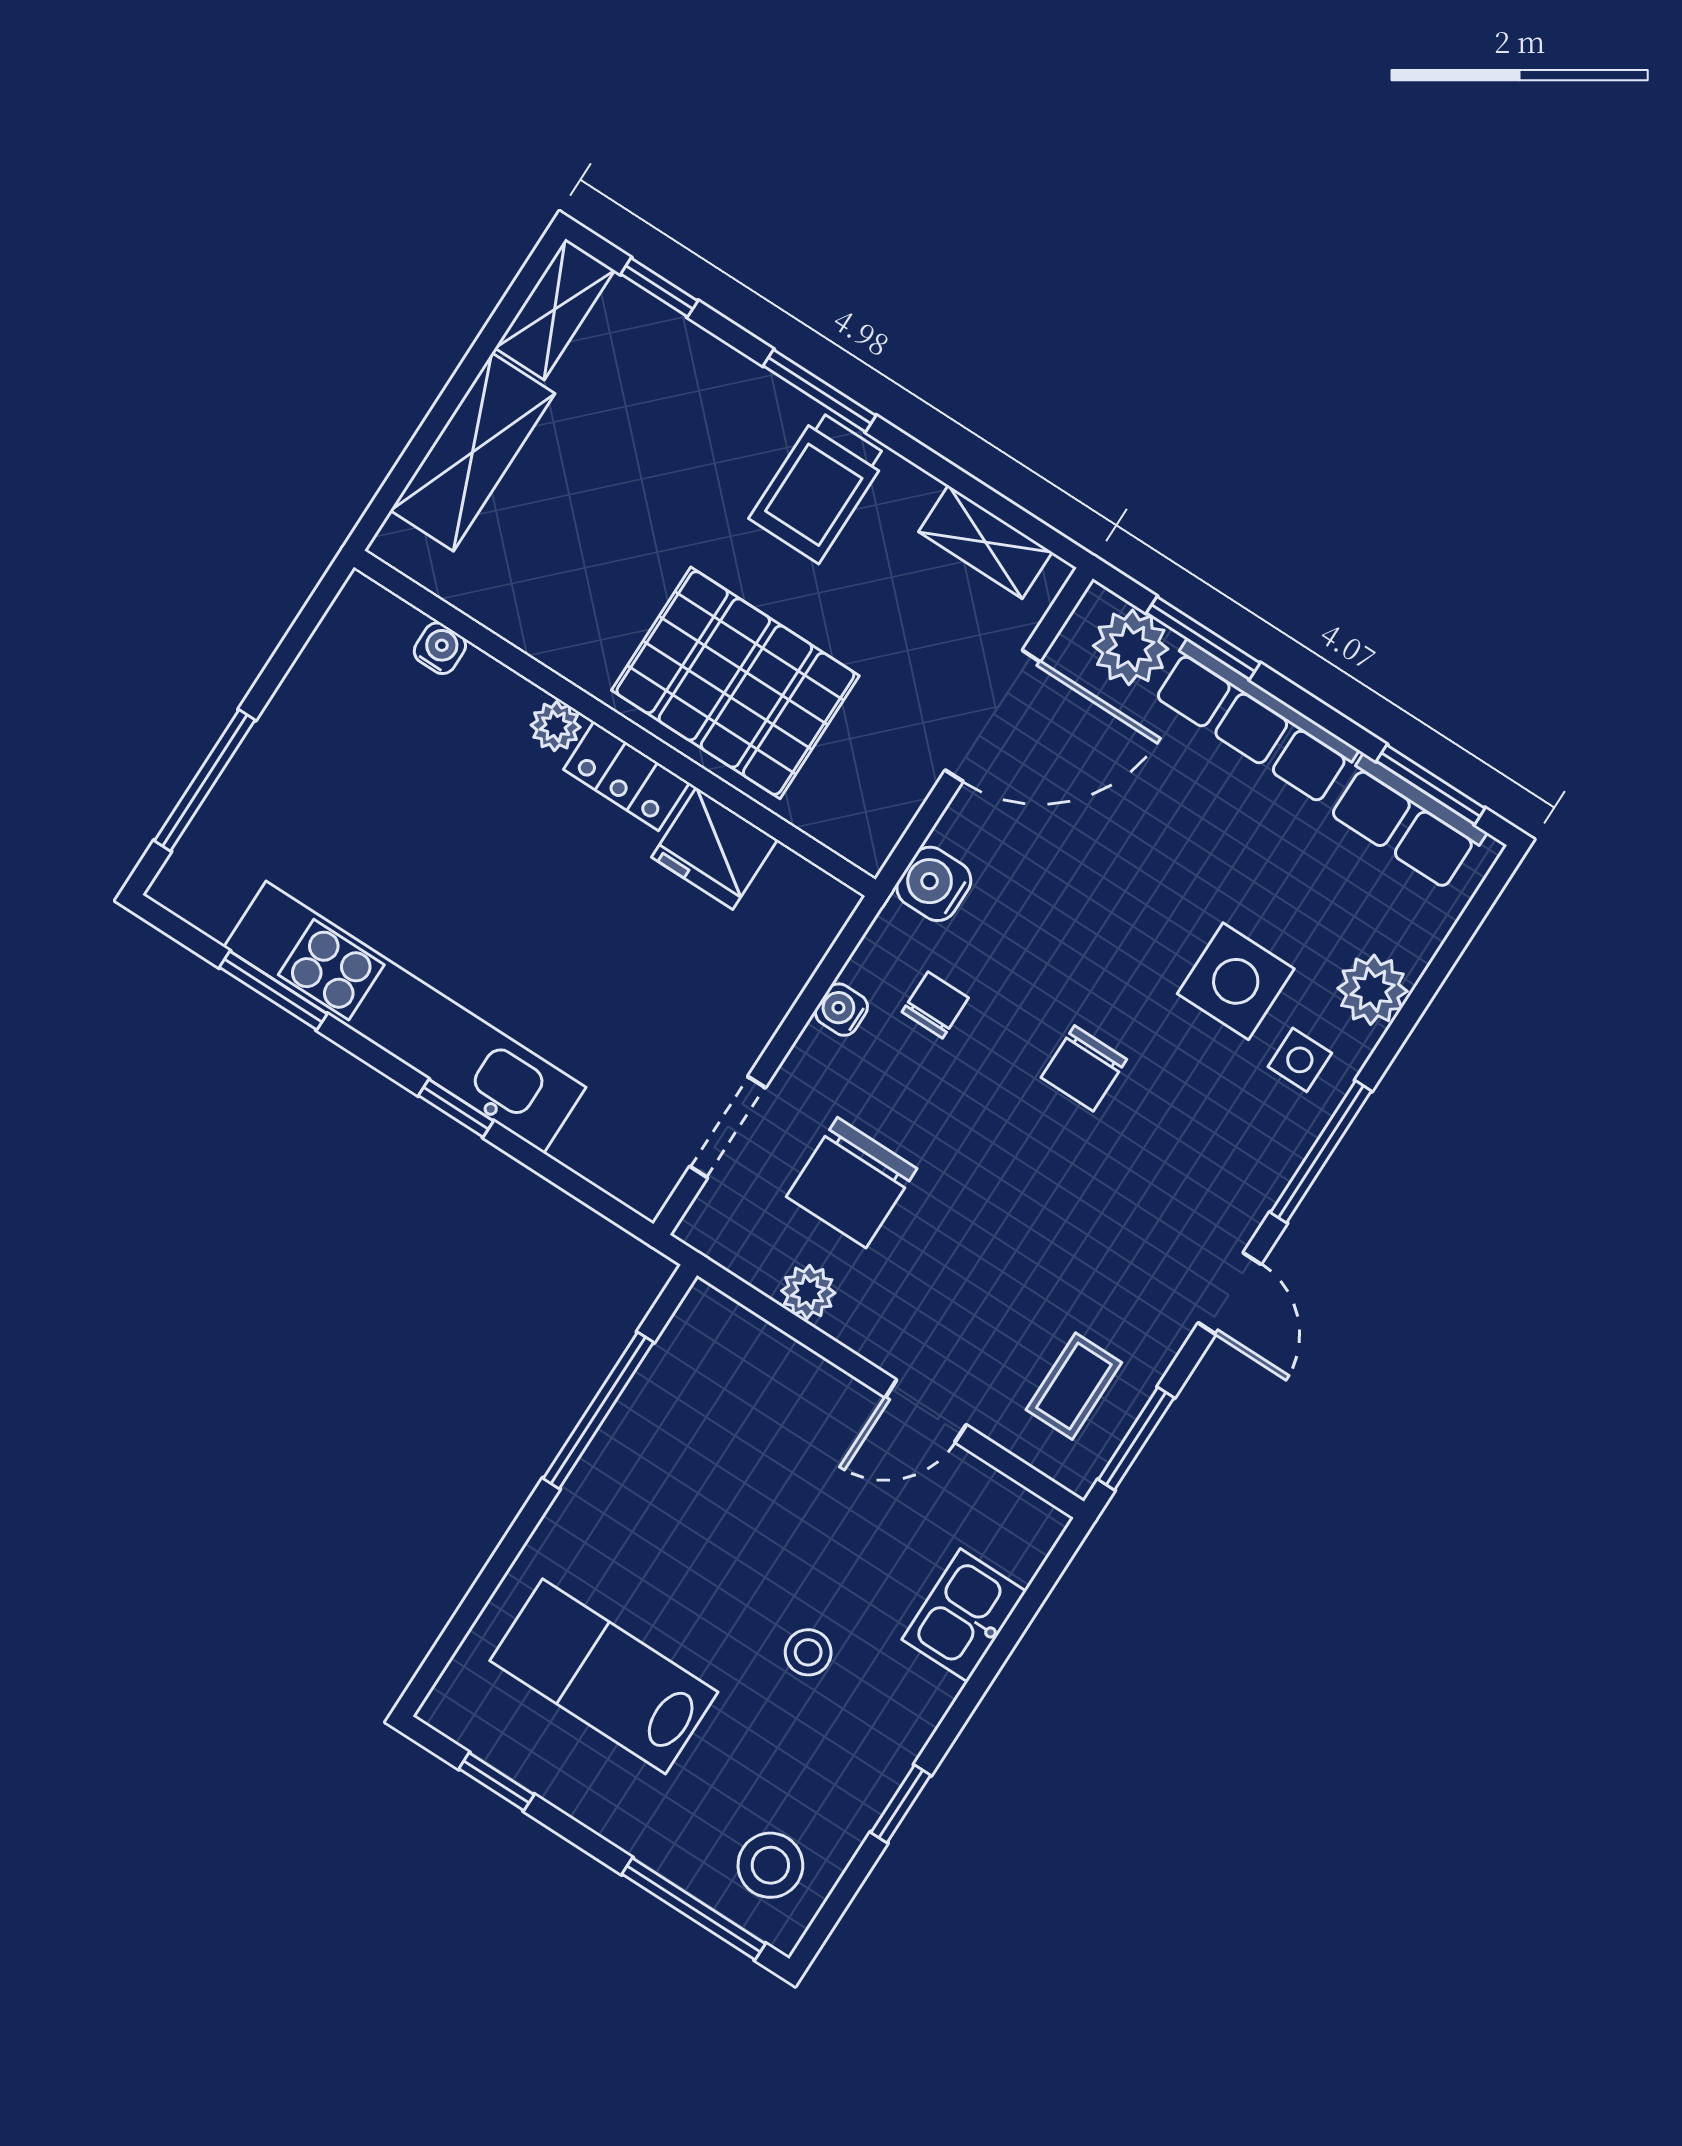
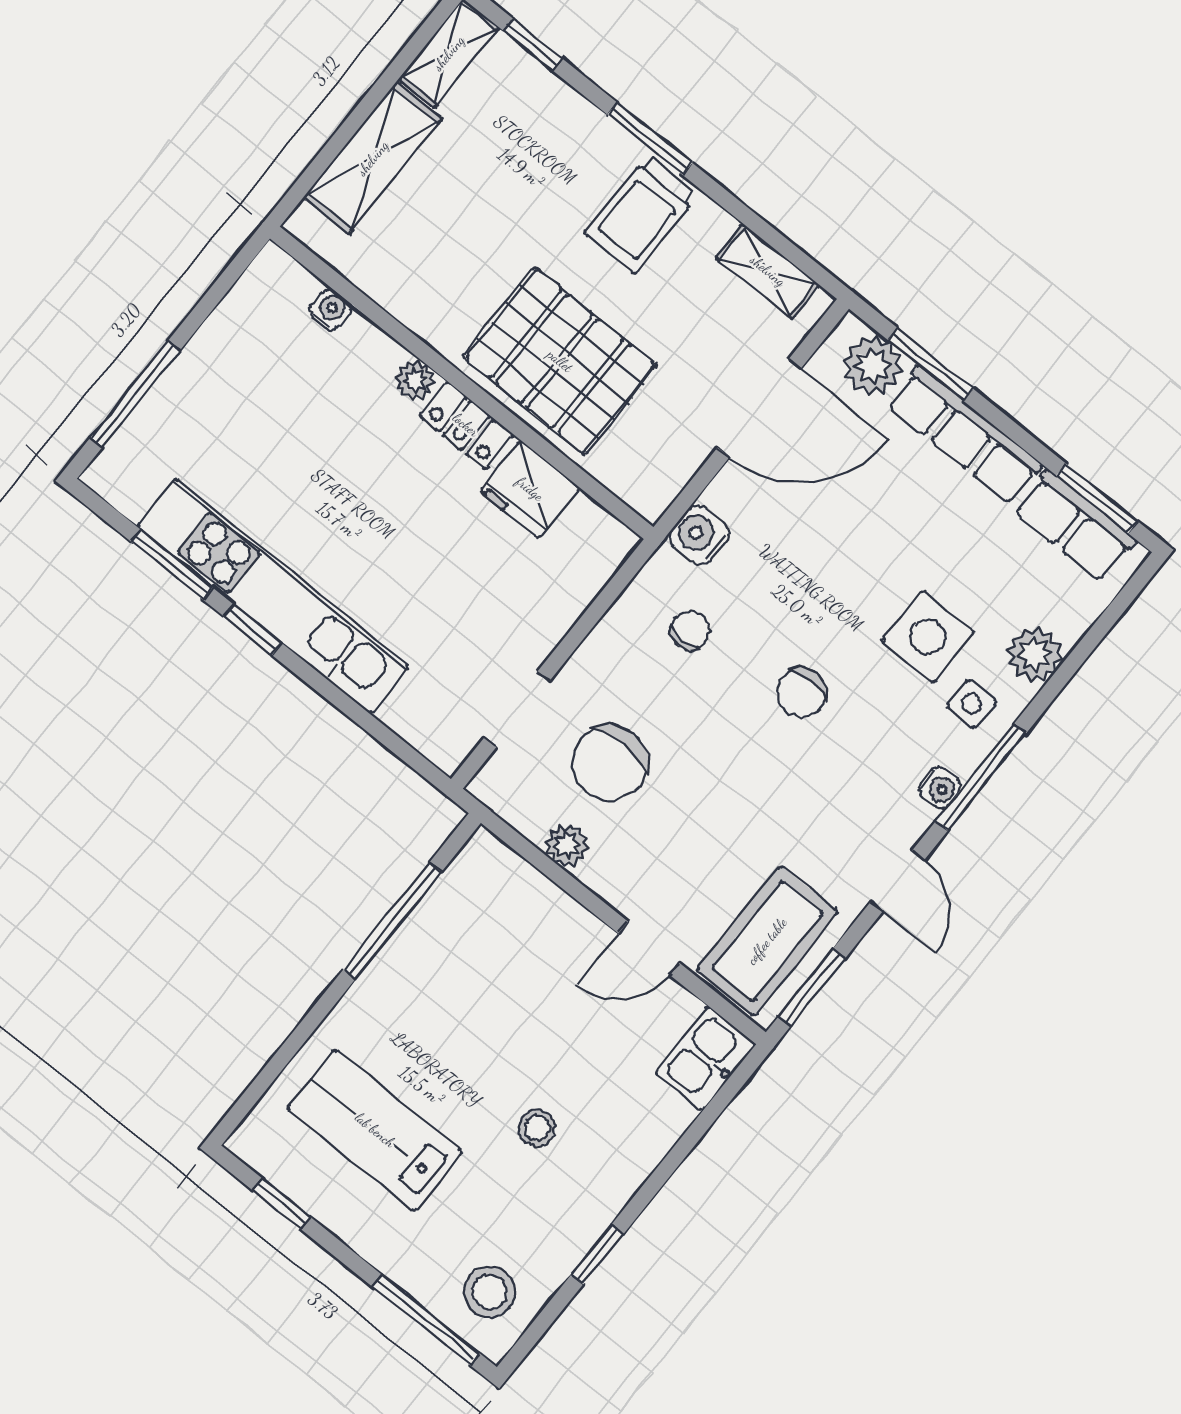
water cooler: (841, 1010) -> (940, 788), moved, turned 180
window: (456, 1108) -> (253, 630), moved
coffee table: (1074, 1386) -> (767, 941), width x1.86, depth x1.72
kitchen sink: (964, 1615) -> (705, 1058), moved

